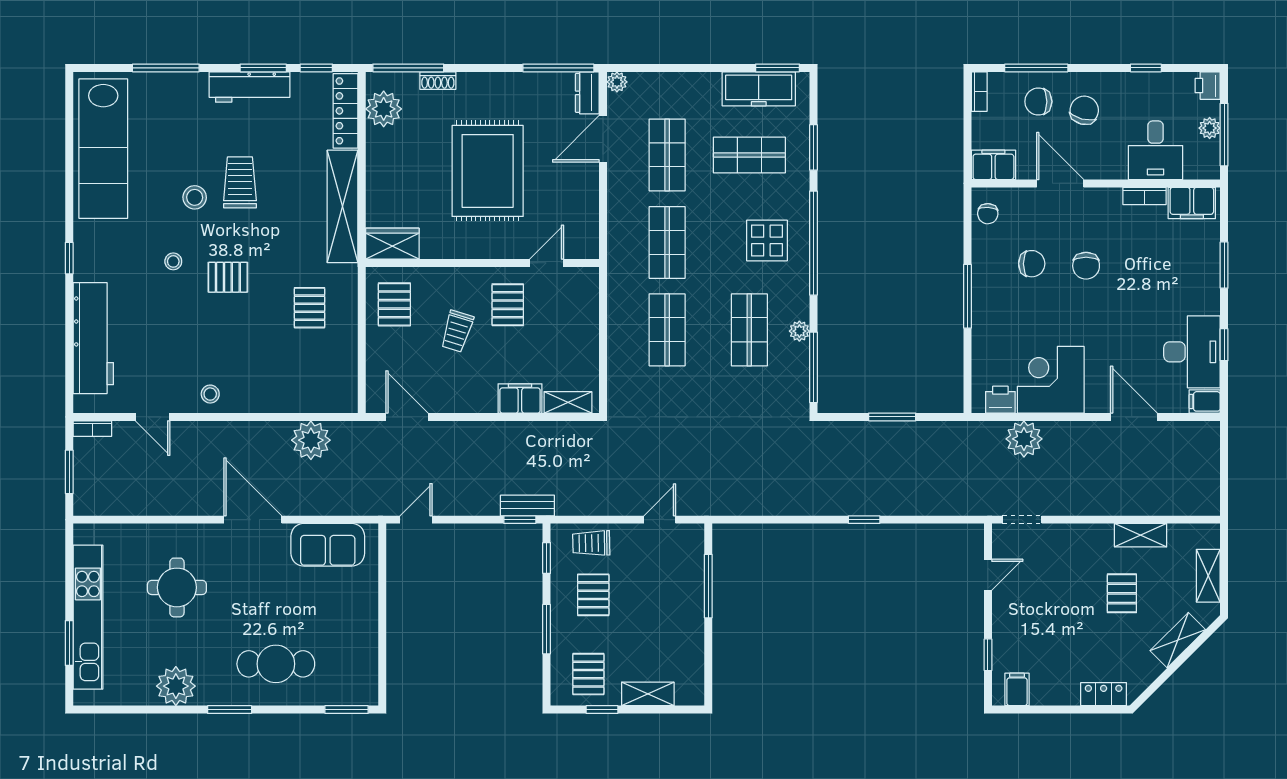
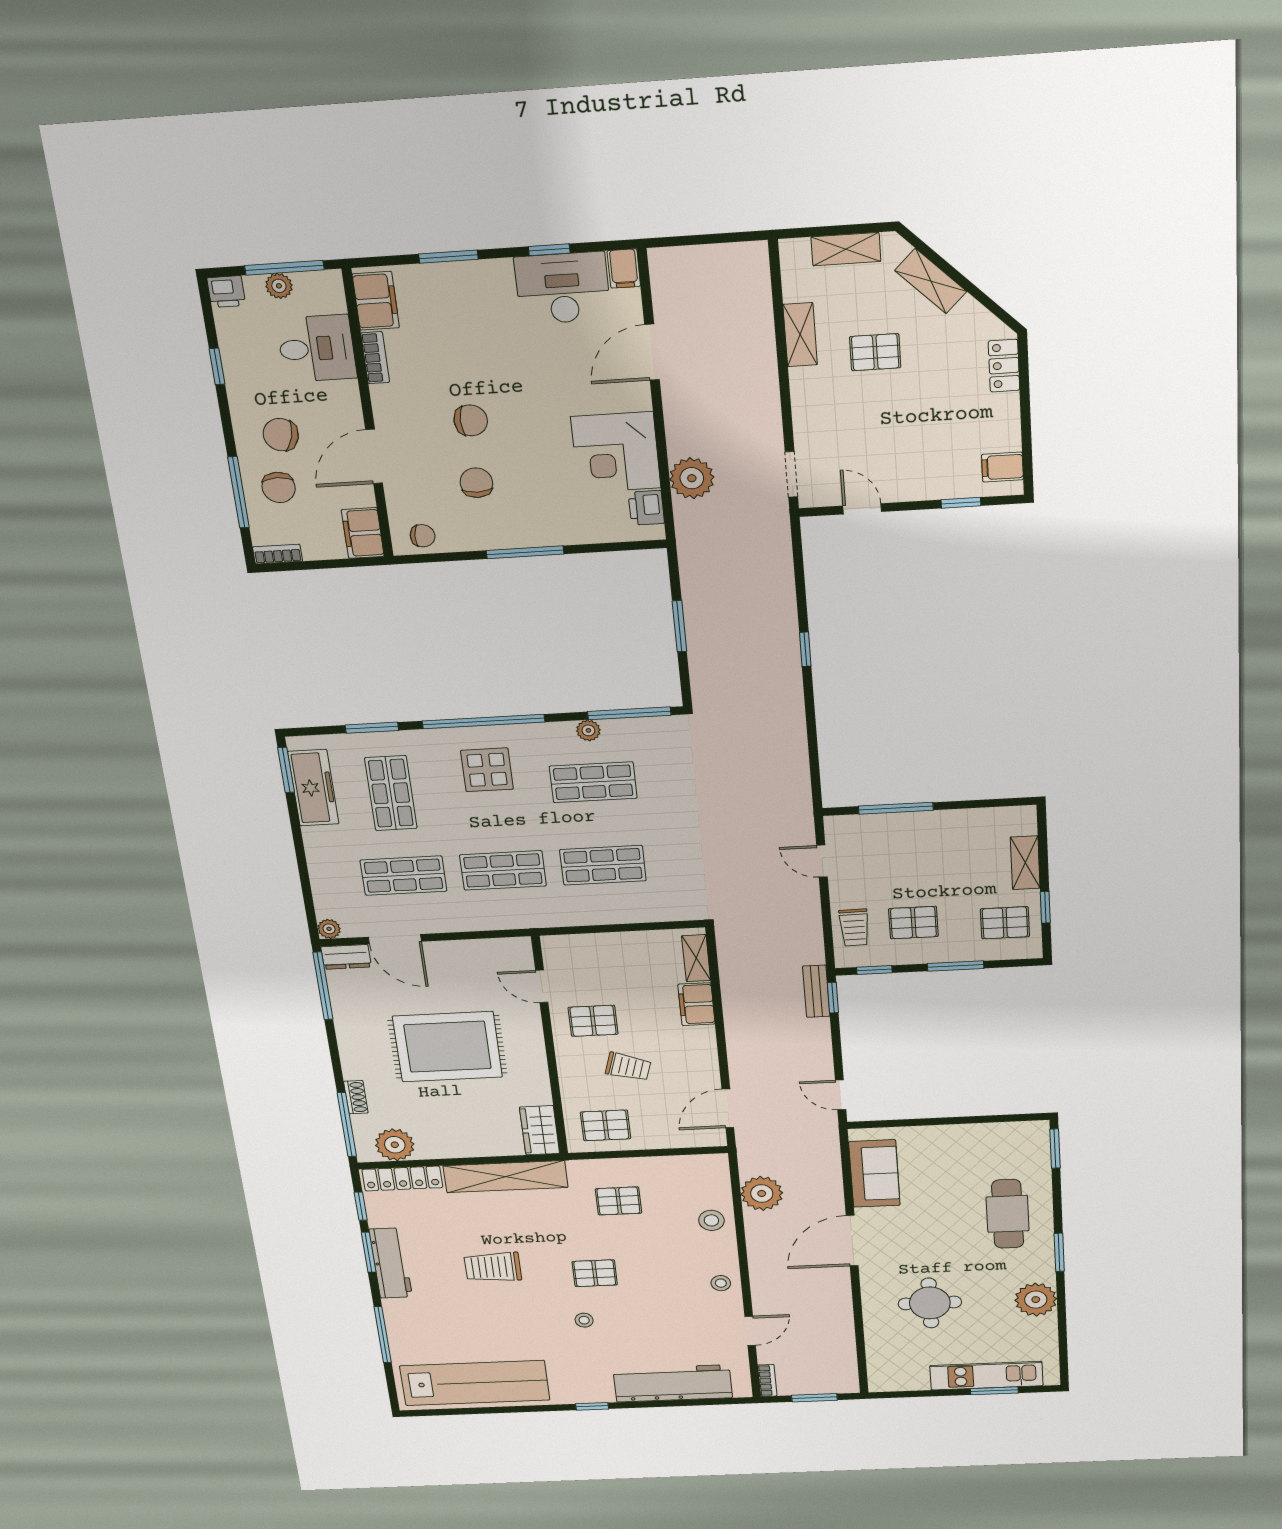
stool: (195, 197) -> (711, 1220), moved
pallet: (228, 277) -> (595, 1273), turned 90
kitchen unit: (88, 617) -> (986, 1376), width x0.73

